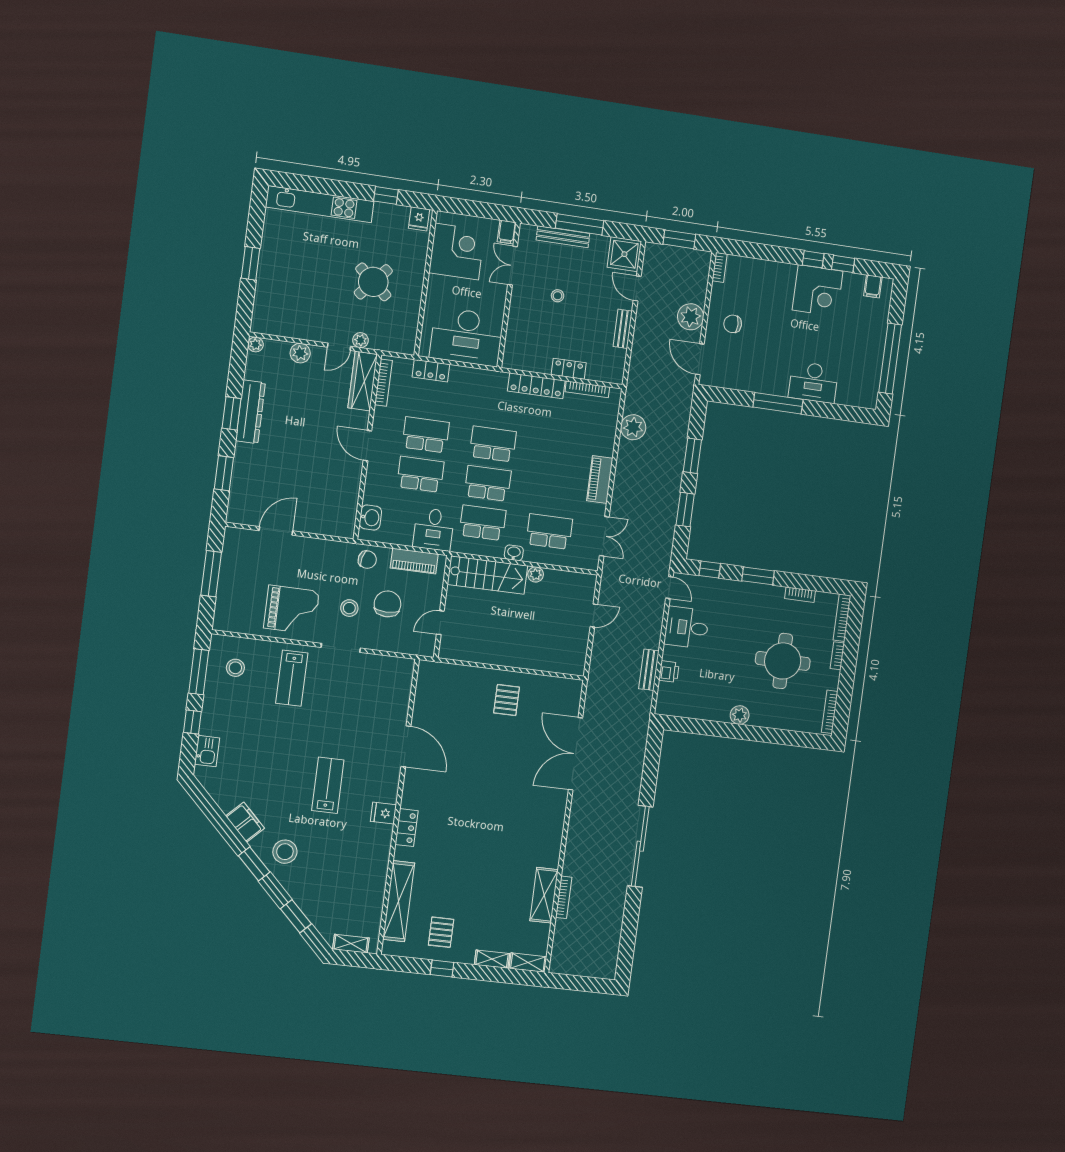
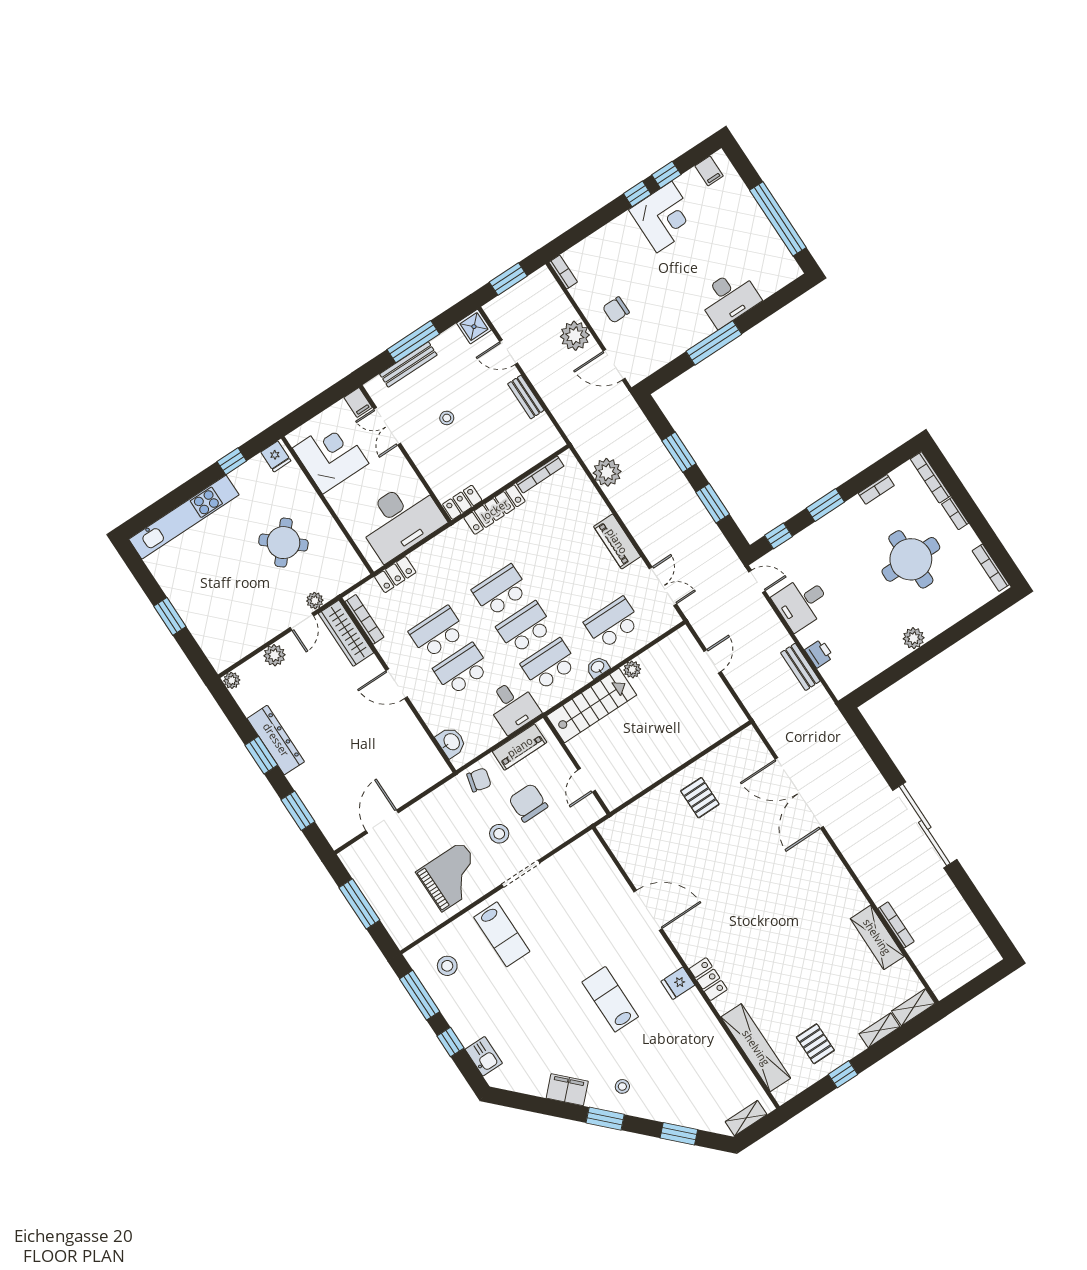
shower: (624, 254) -> (474, 327), width x0.73, depth x0.73
locker: (569, 369) -> (462, 502), moved
stool: (285, 852) -> (622, 1086), width x0.53, depth x0.53

